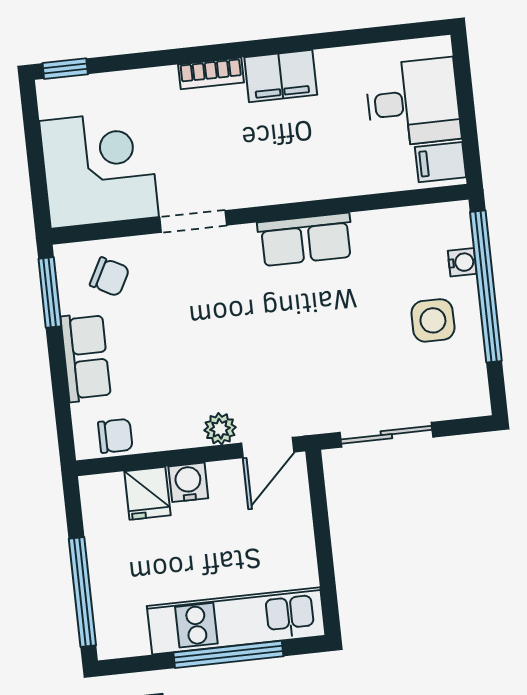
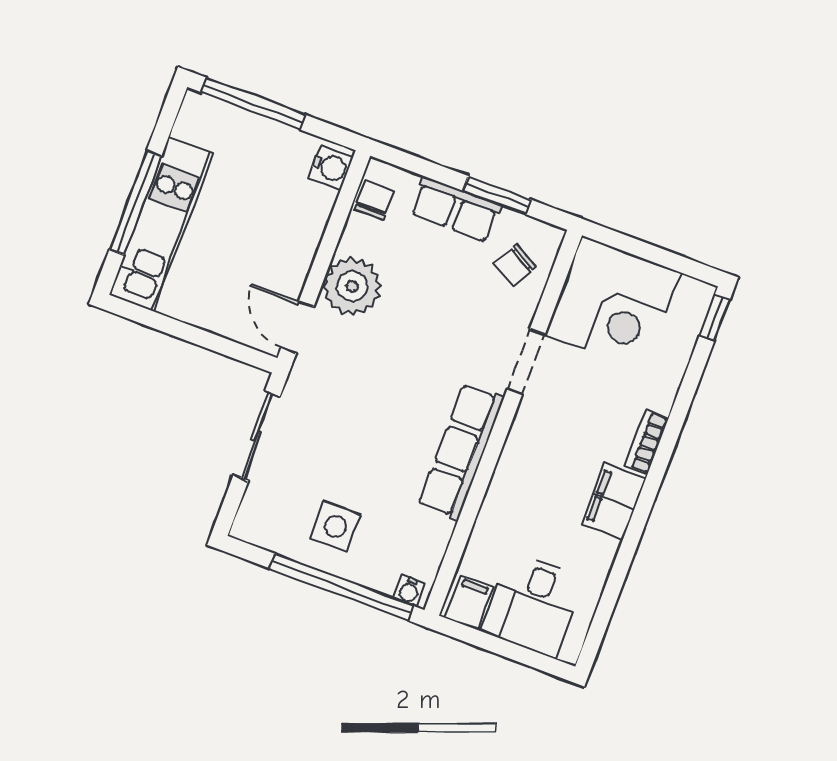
row of seats: (305, 240) -> (461, 451), width x1.48
water cooler: (462, 262) -> (409, 591), moved
window: (50, 292) -> (497, 195), moved
plant: (220, 429) -> (352, 286), width x1.88, depth x1.88
chair: (115, 436) -> (374, 200), turned 180
water cooler: (188, 482) -> (331, 167), moved
fridge: (147, 493) -> (310, 203), removed

